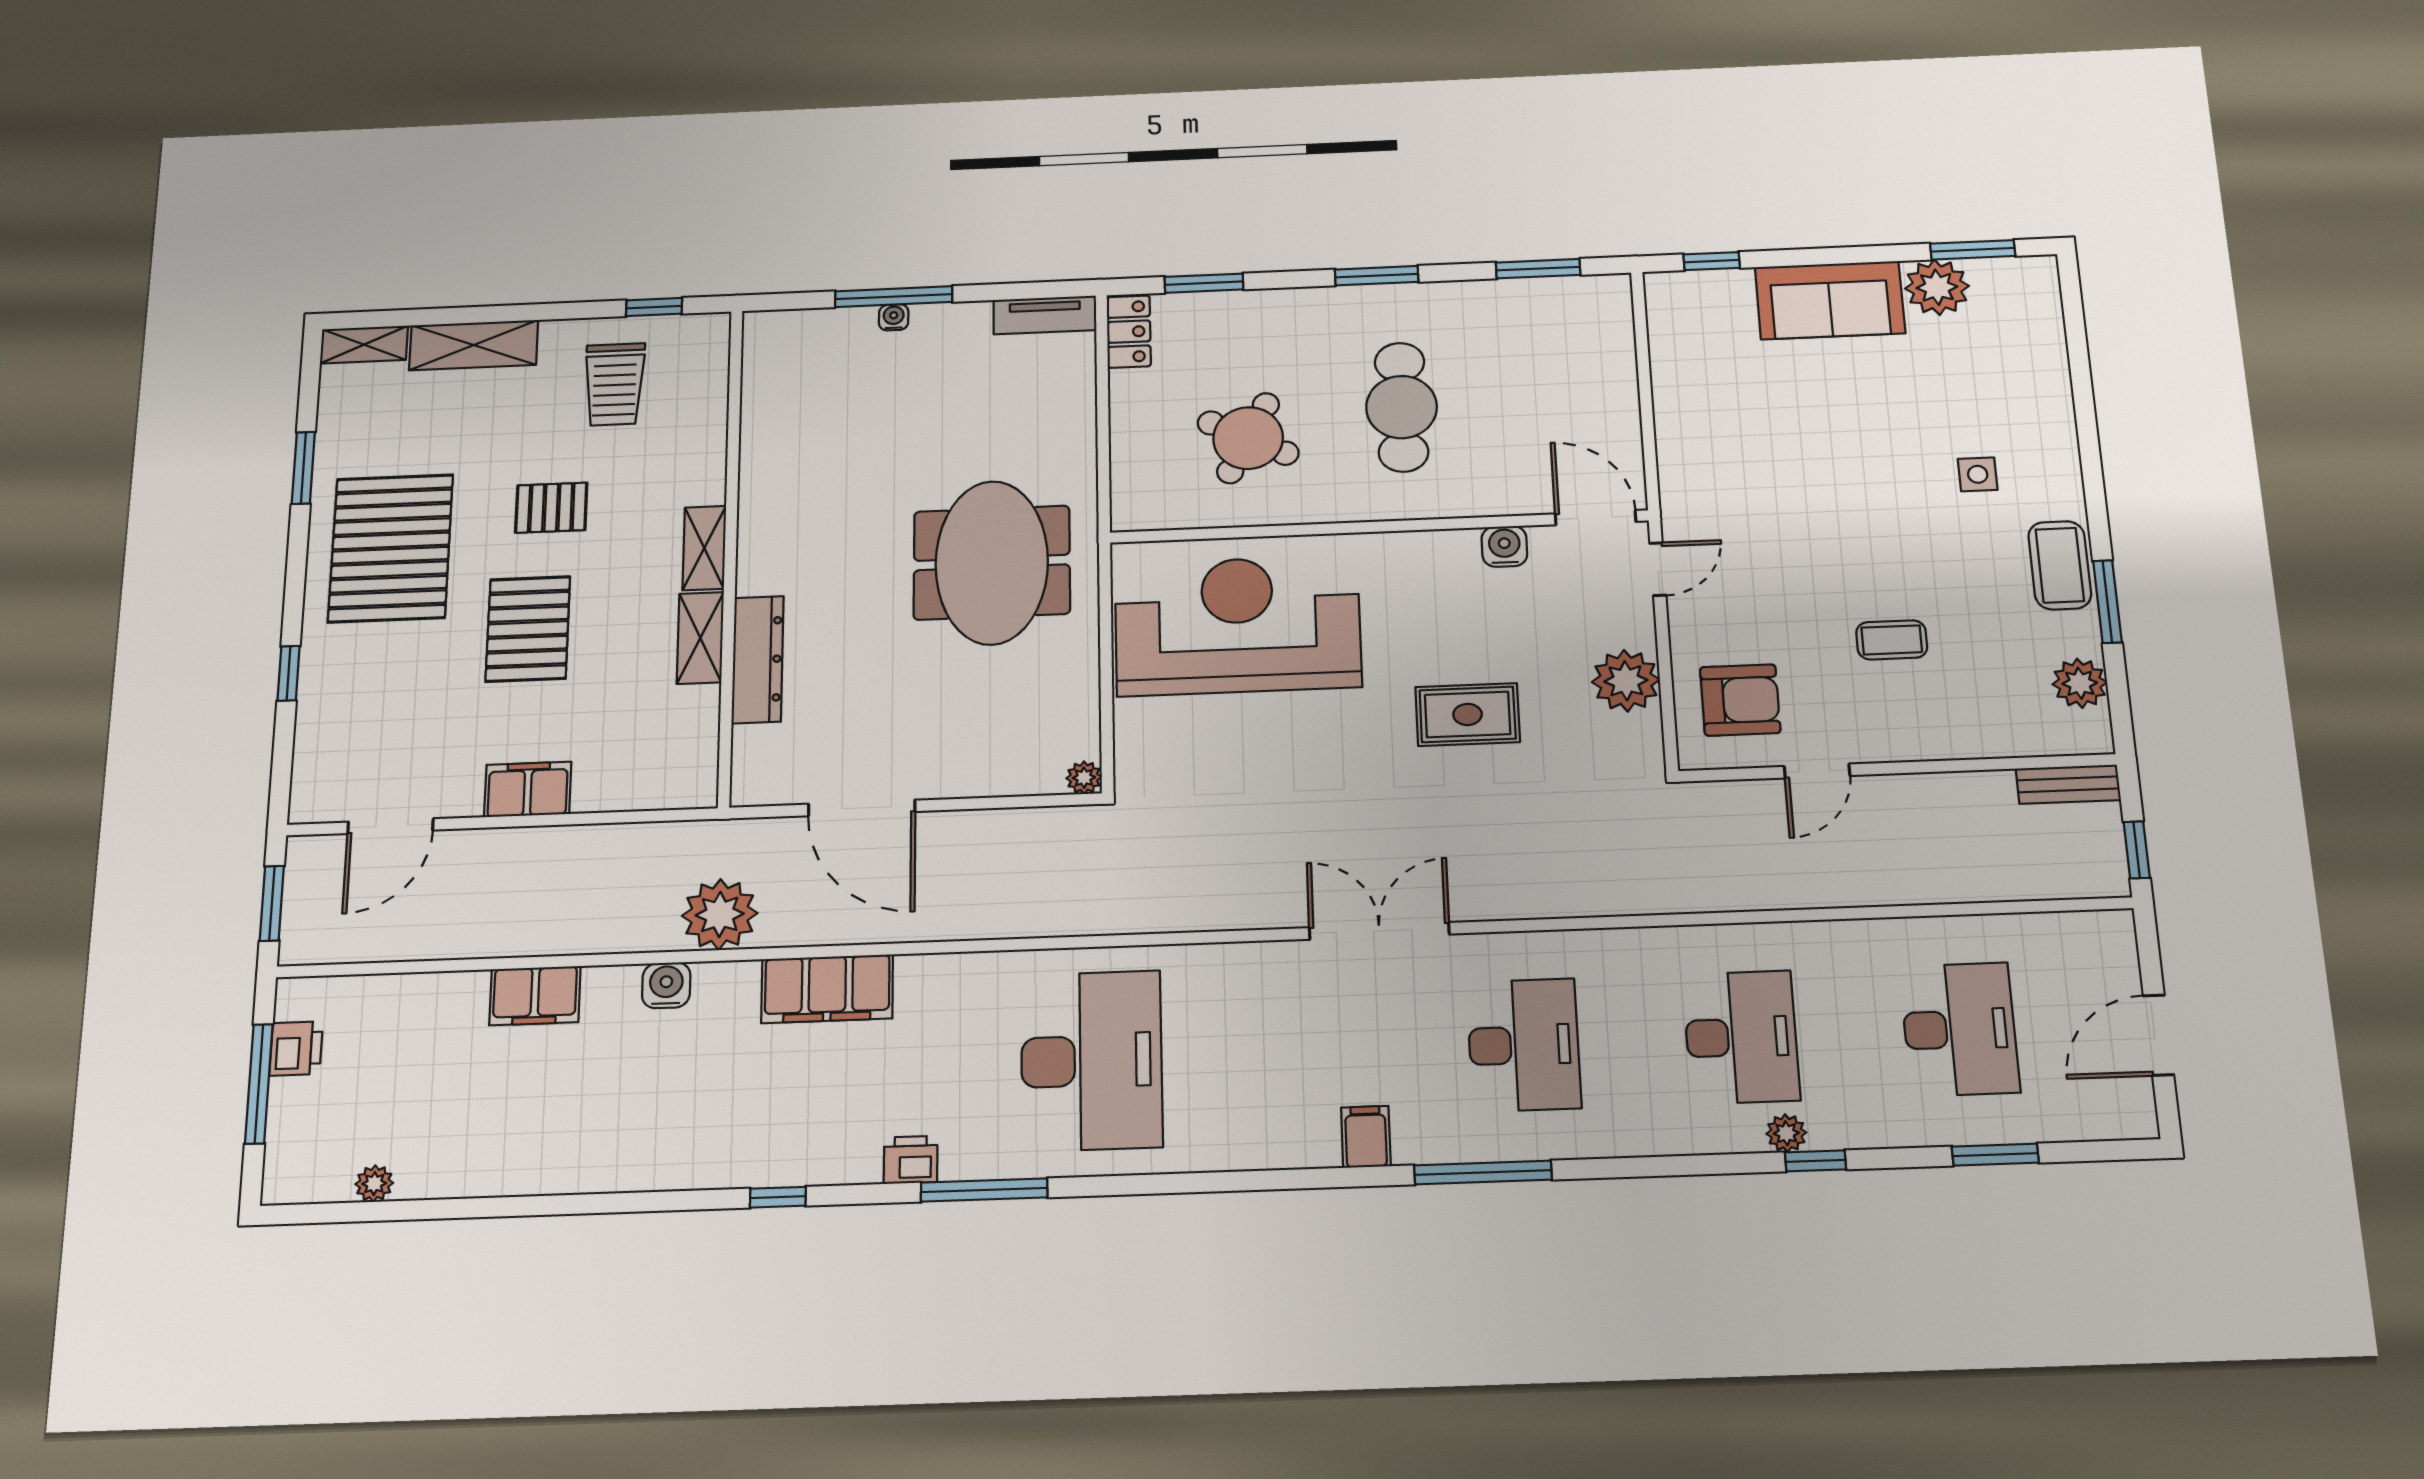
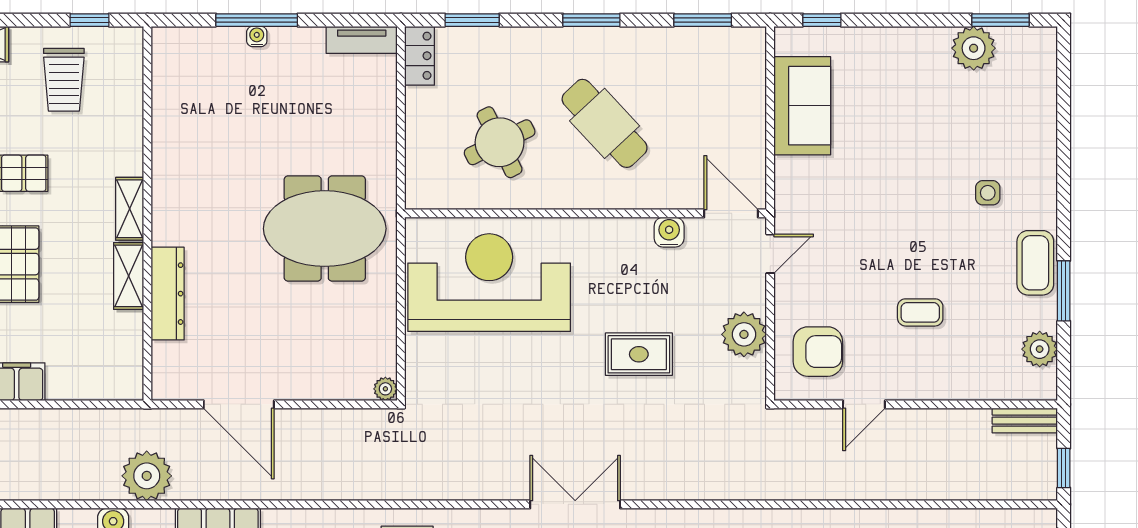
sofa: (1830, 300) -> (802, 106), moved, turned -90
cafe table: (1402, 407) -> (605, 123), turned -43
round table: (1248, 438) -> (500, 142), turned 37
meeting table: (992, 563) -> (325, 229), turned 90

